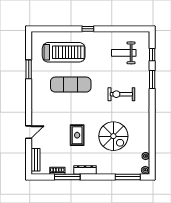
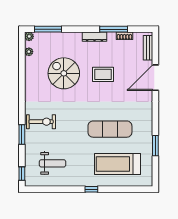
window: (152, 55) -> (22, 174), moved
exercise bike: (121, 94) -> (41, 122), moved
door: (29, 132) -> (155, 78), width x1.88
rug: (77, 135) -> (103, 74), turned 90

